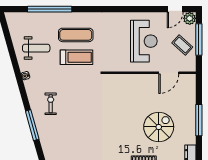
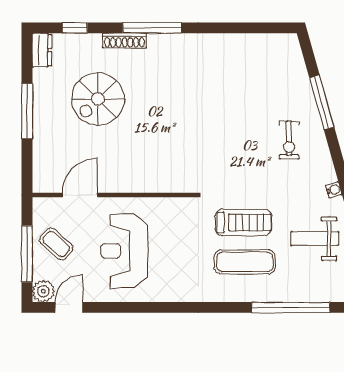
treadmill: (76, 57) -> (243, 222), turned 180

